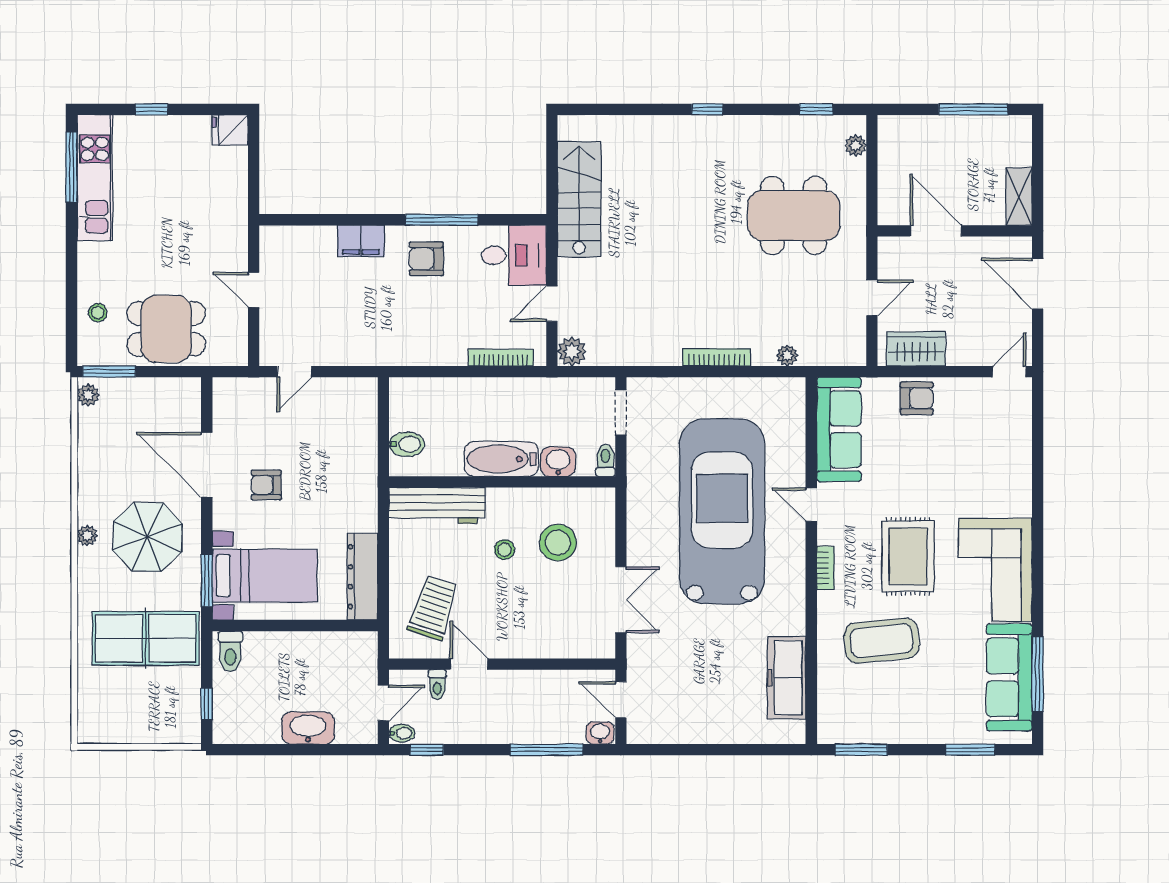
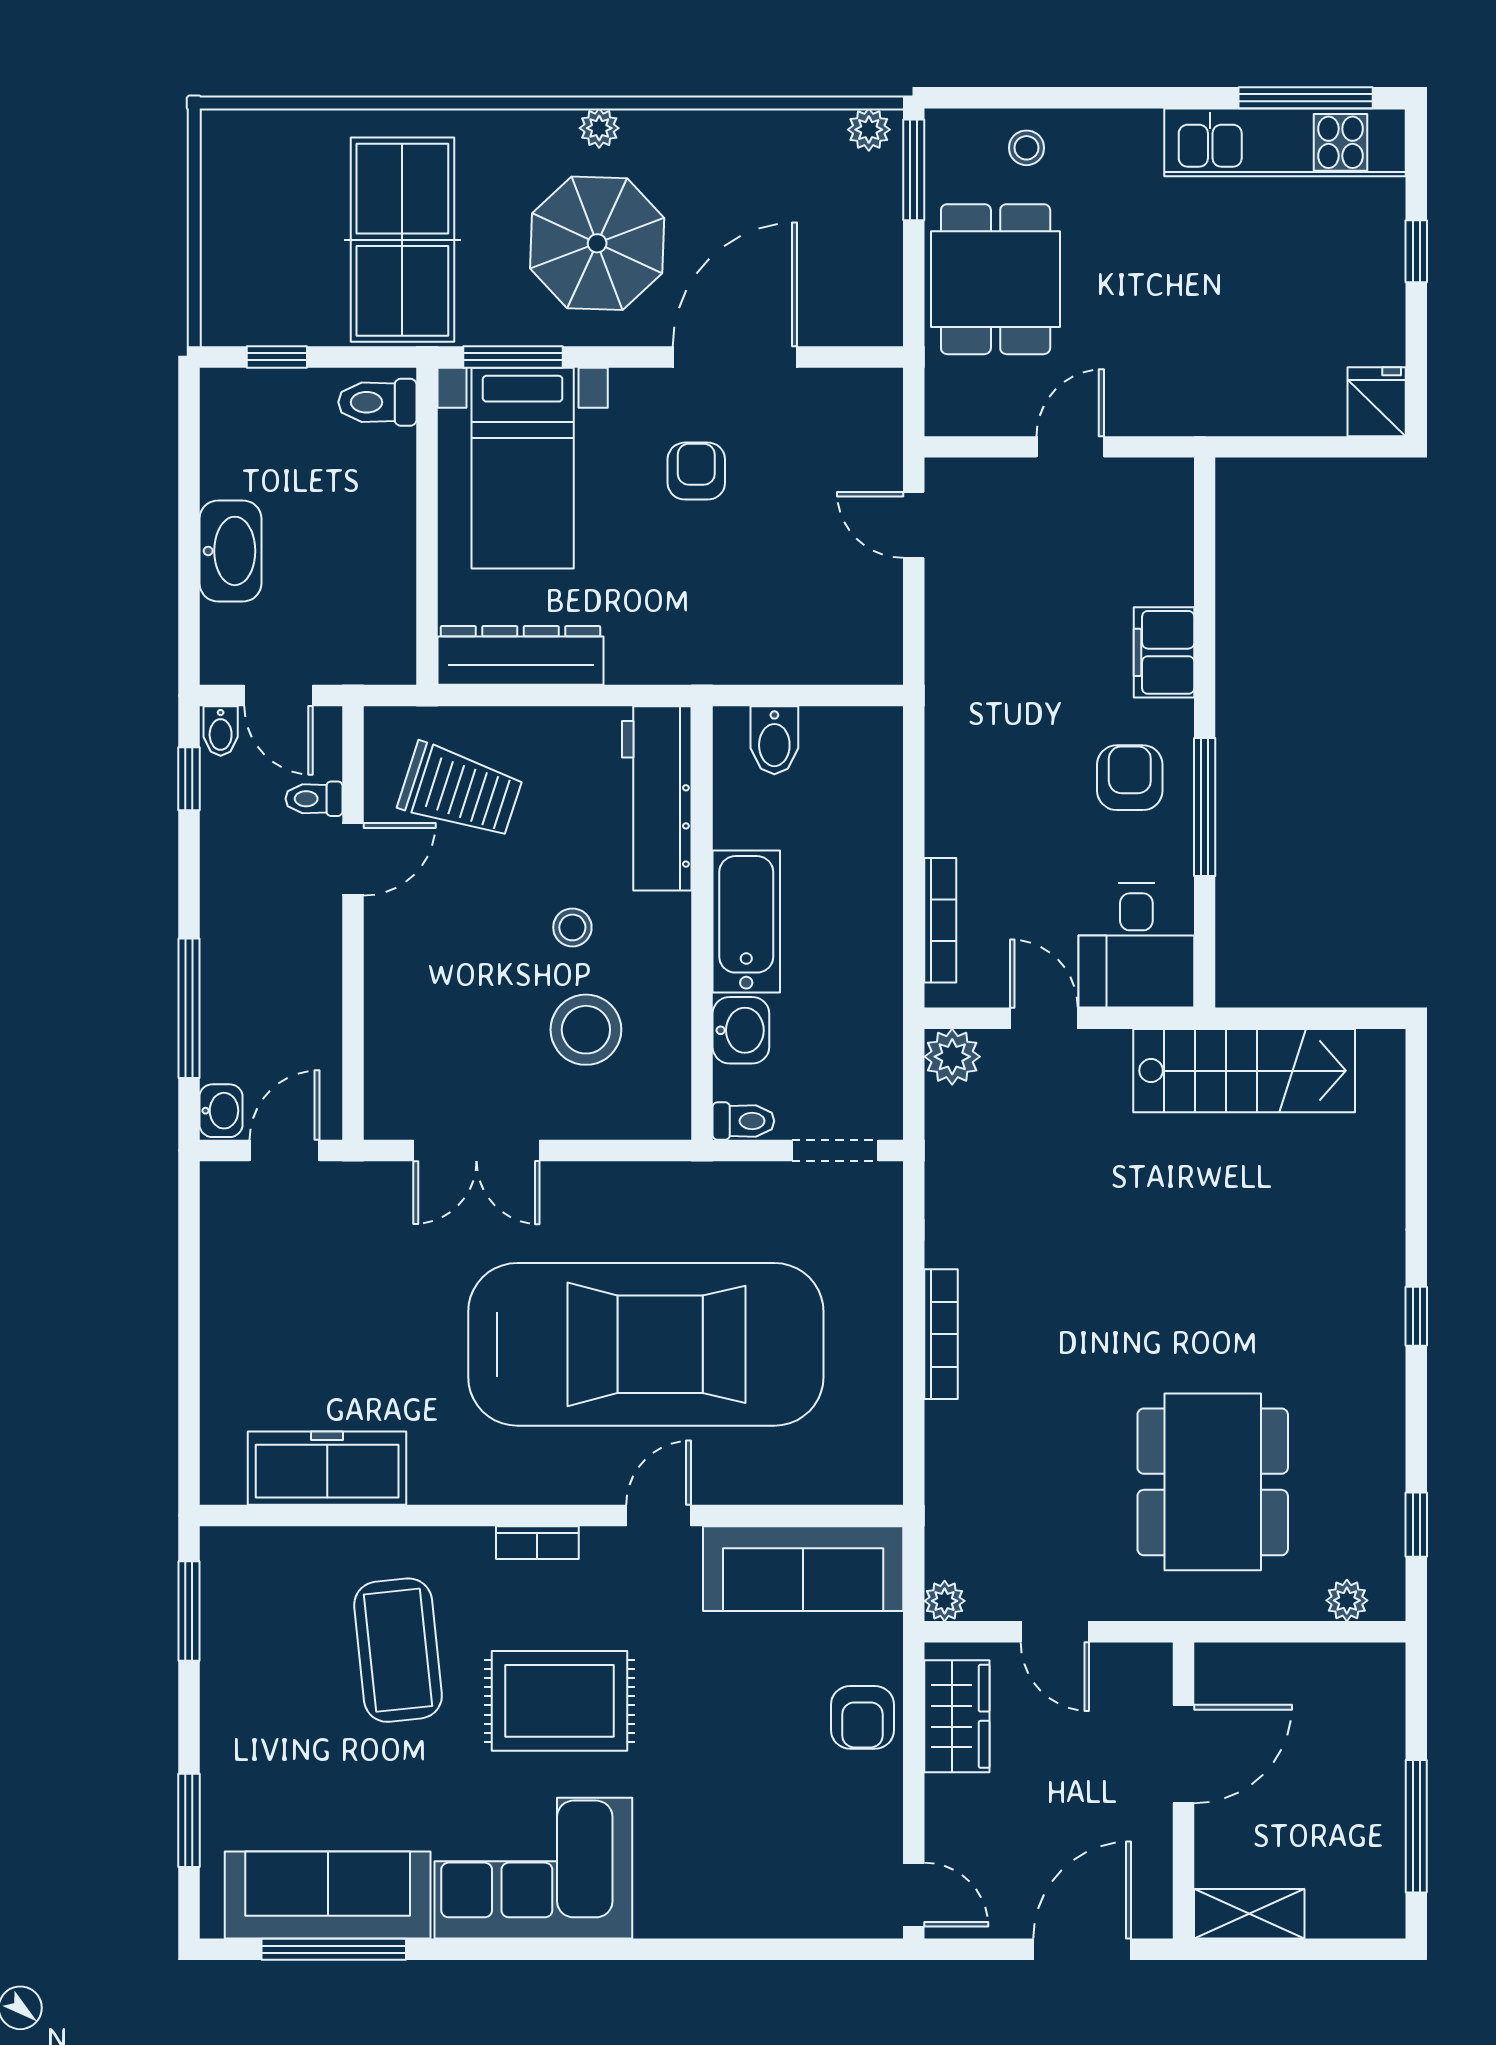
plant: (787, 355) -> (945, 1601), moved

